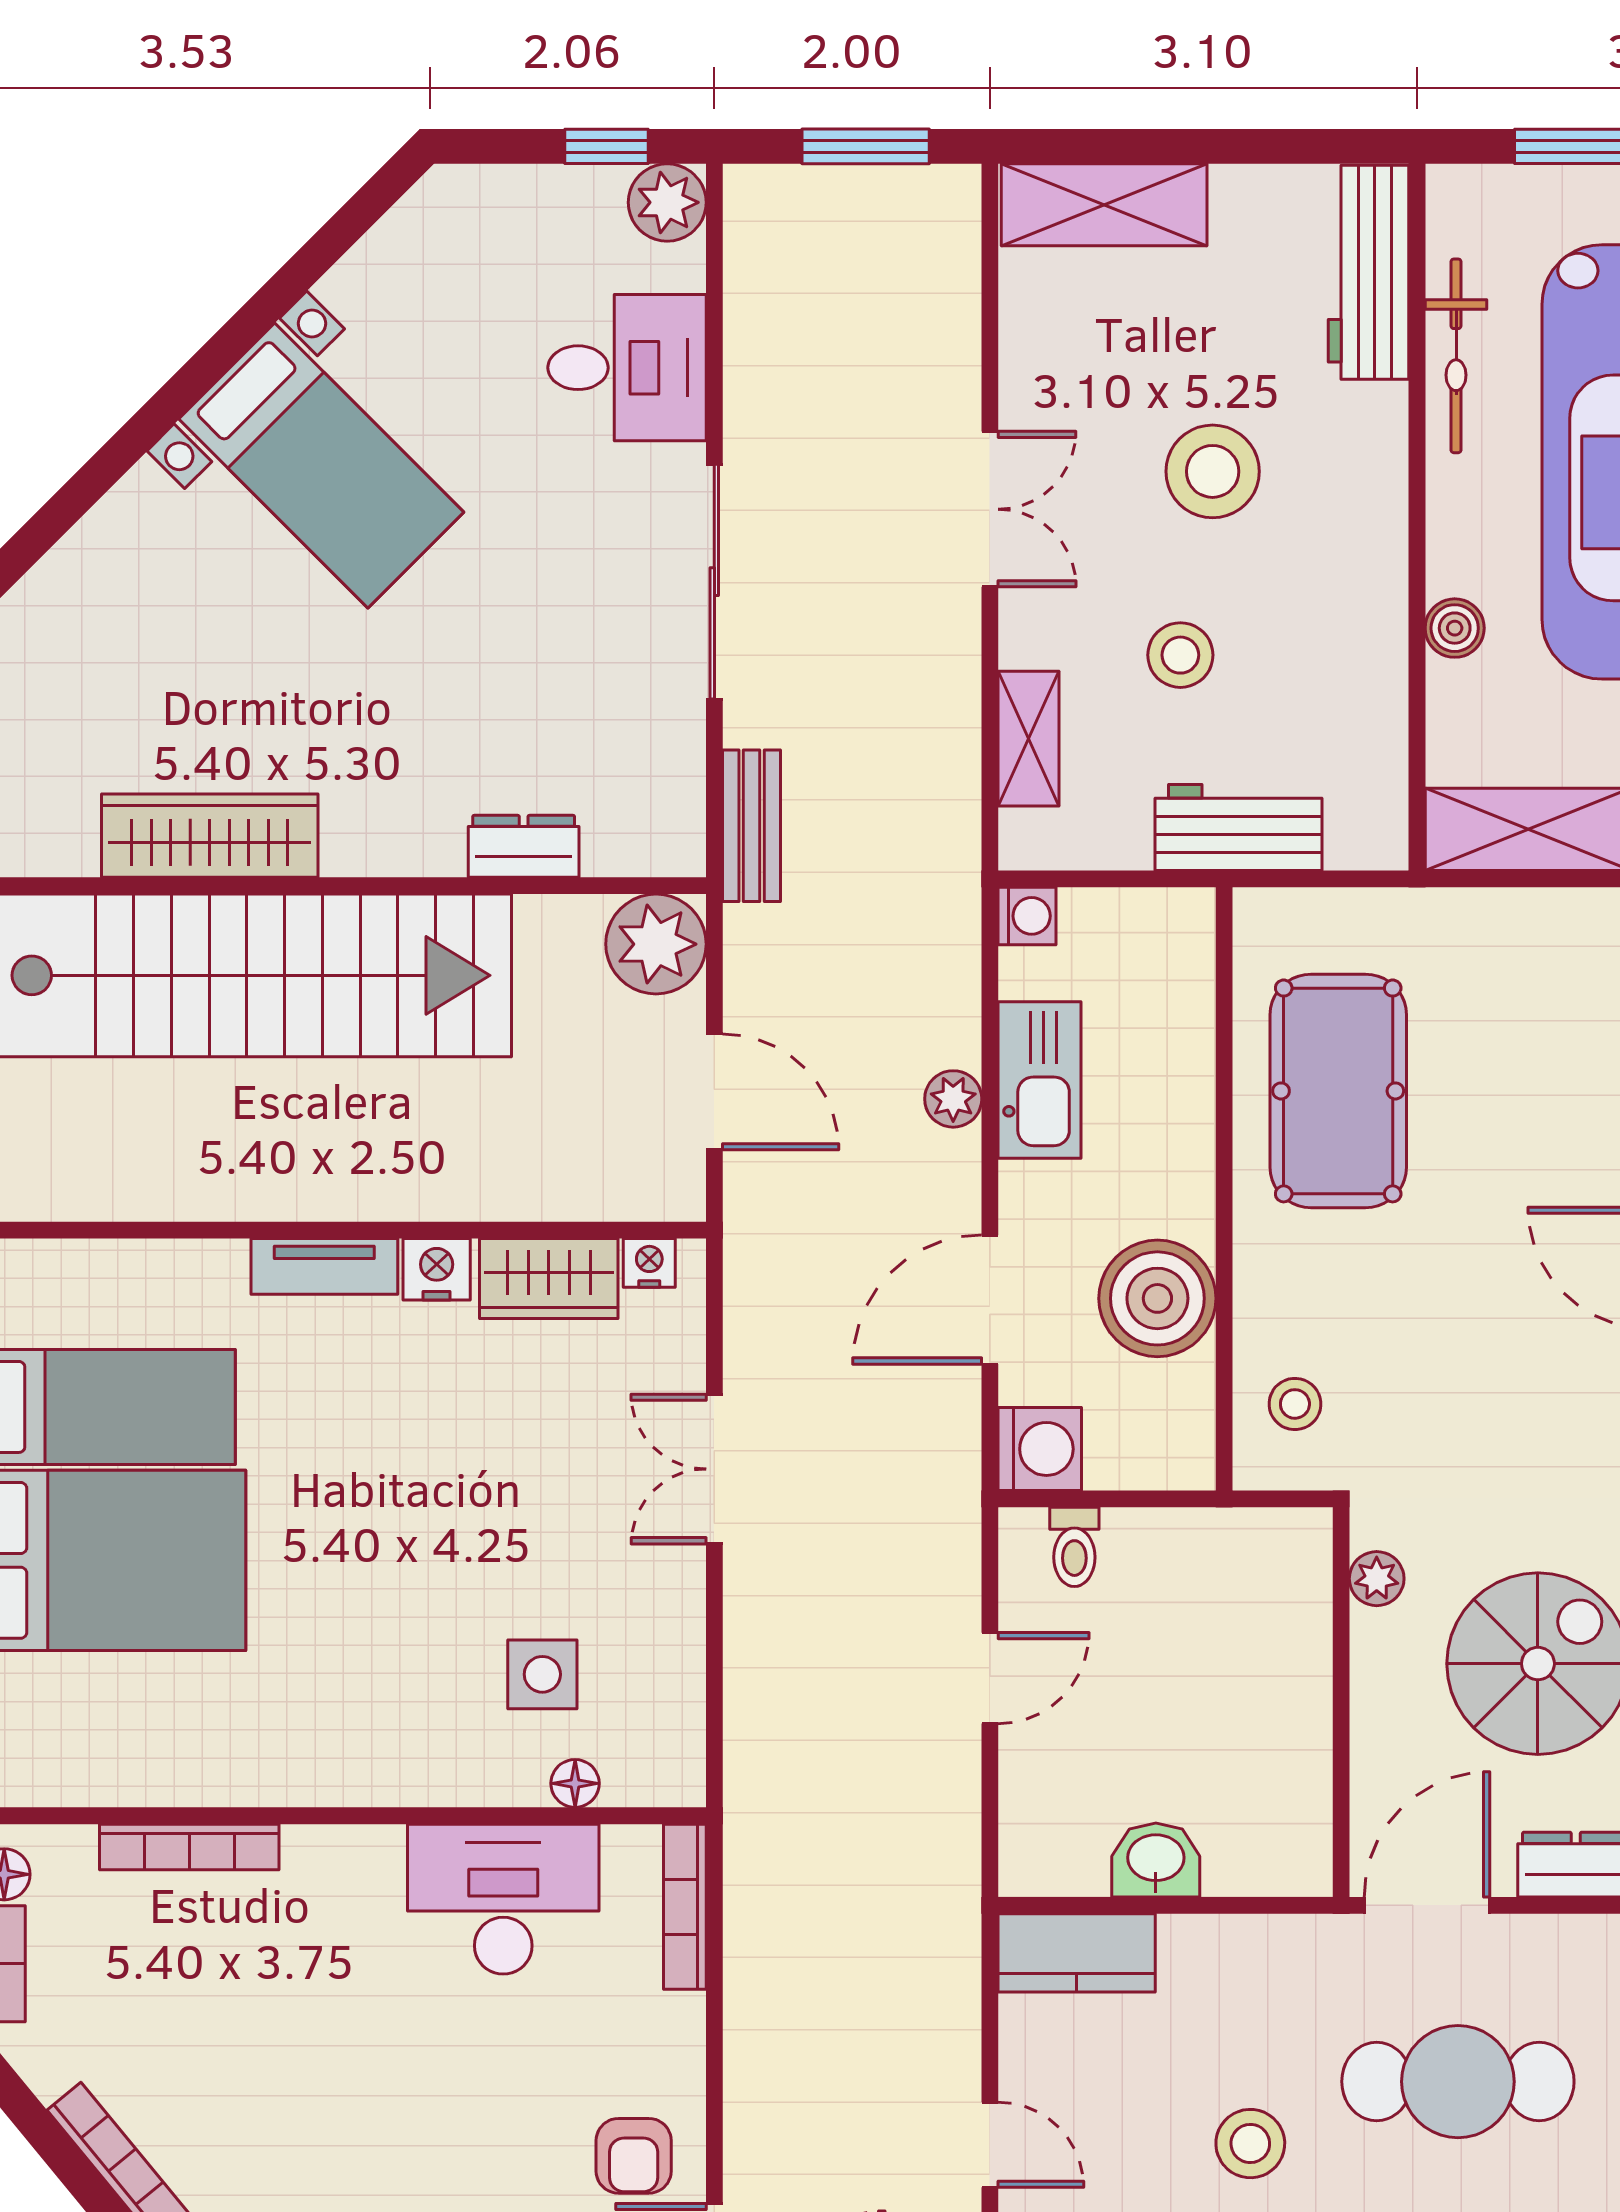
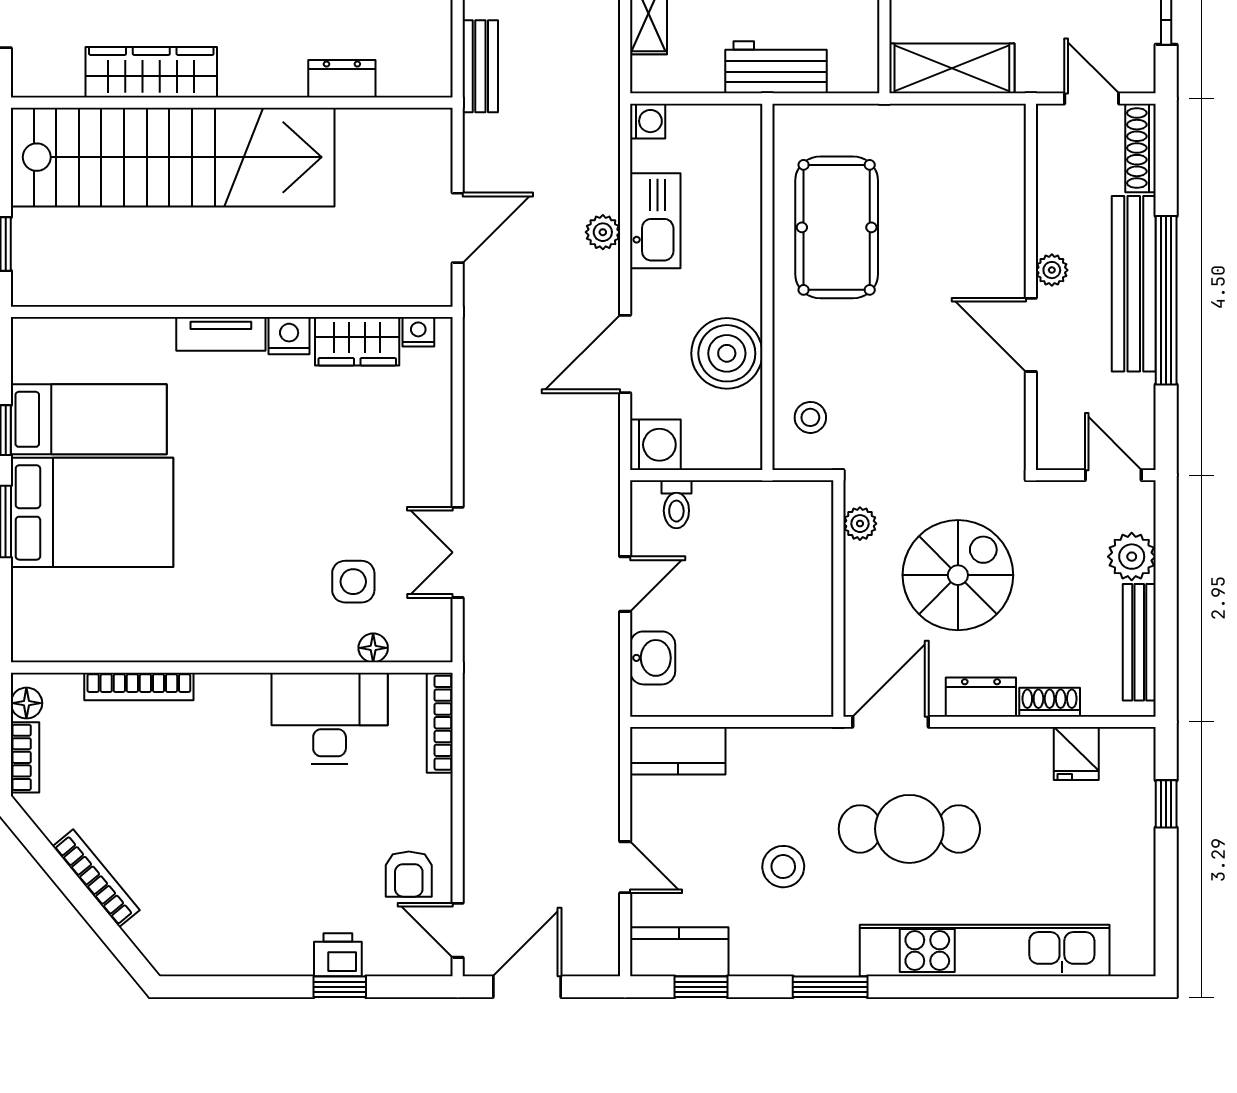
plant: (656, 944) -> (422, 138), removed
door: (714, 1092) -> (458, 228), hinge flipped
double door: (714, 1469) -> (458, 552), moved
washbasin: (1156, 1860) -> (653, 658), moved, turned 90

